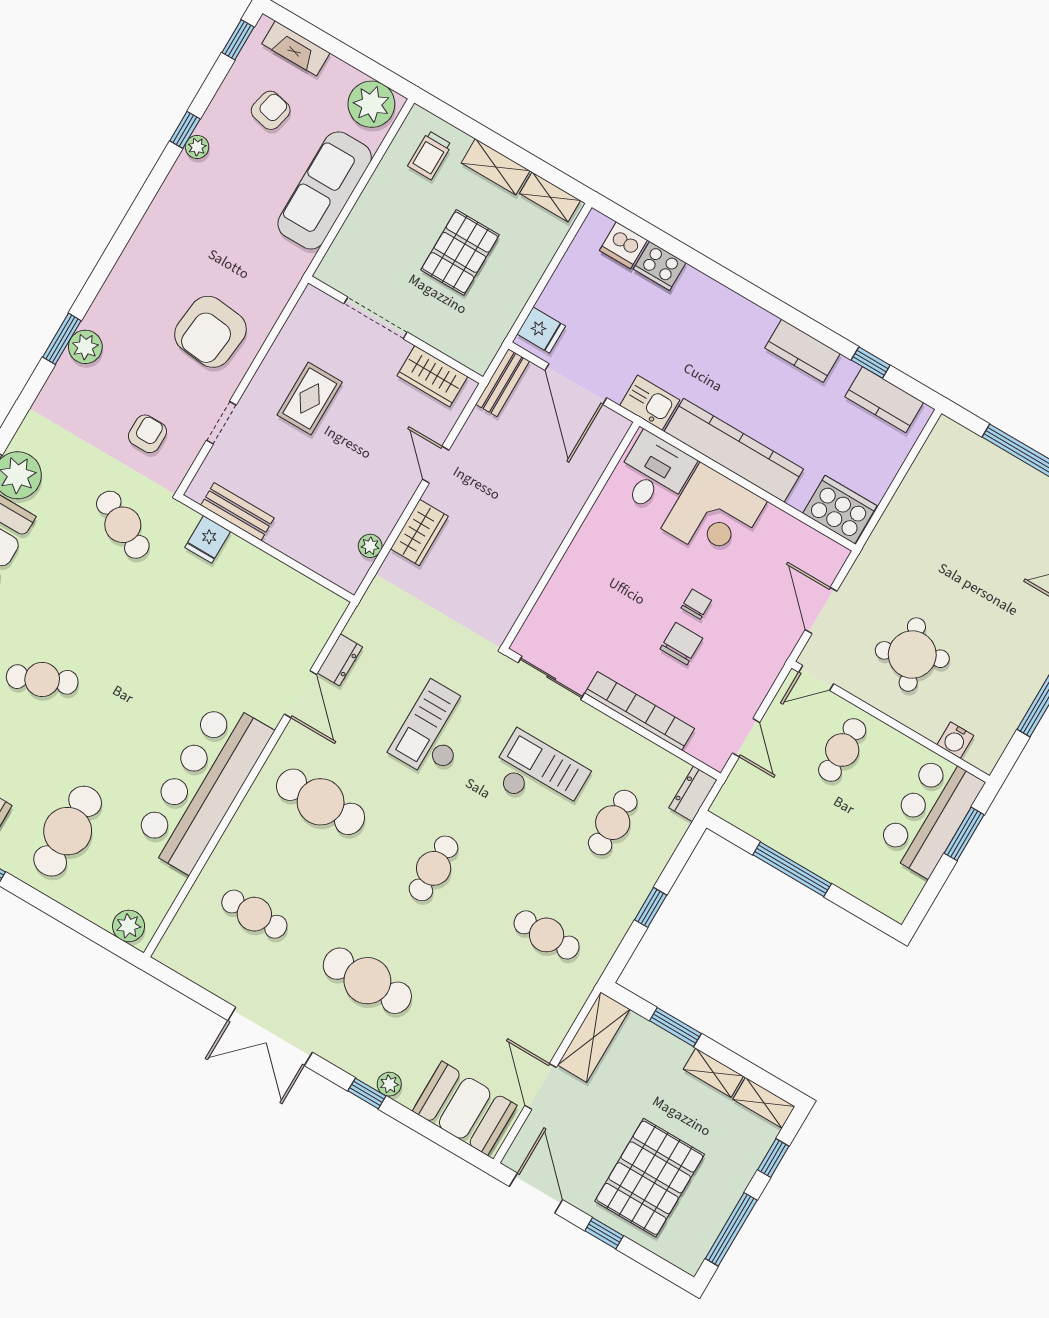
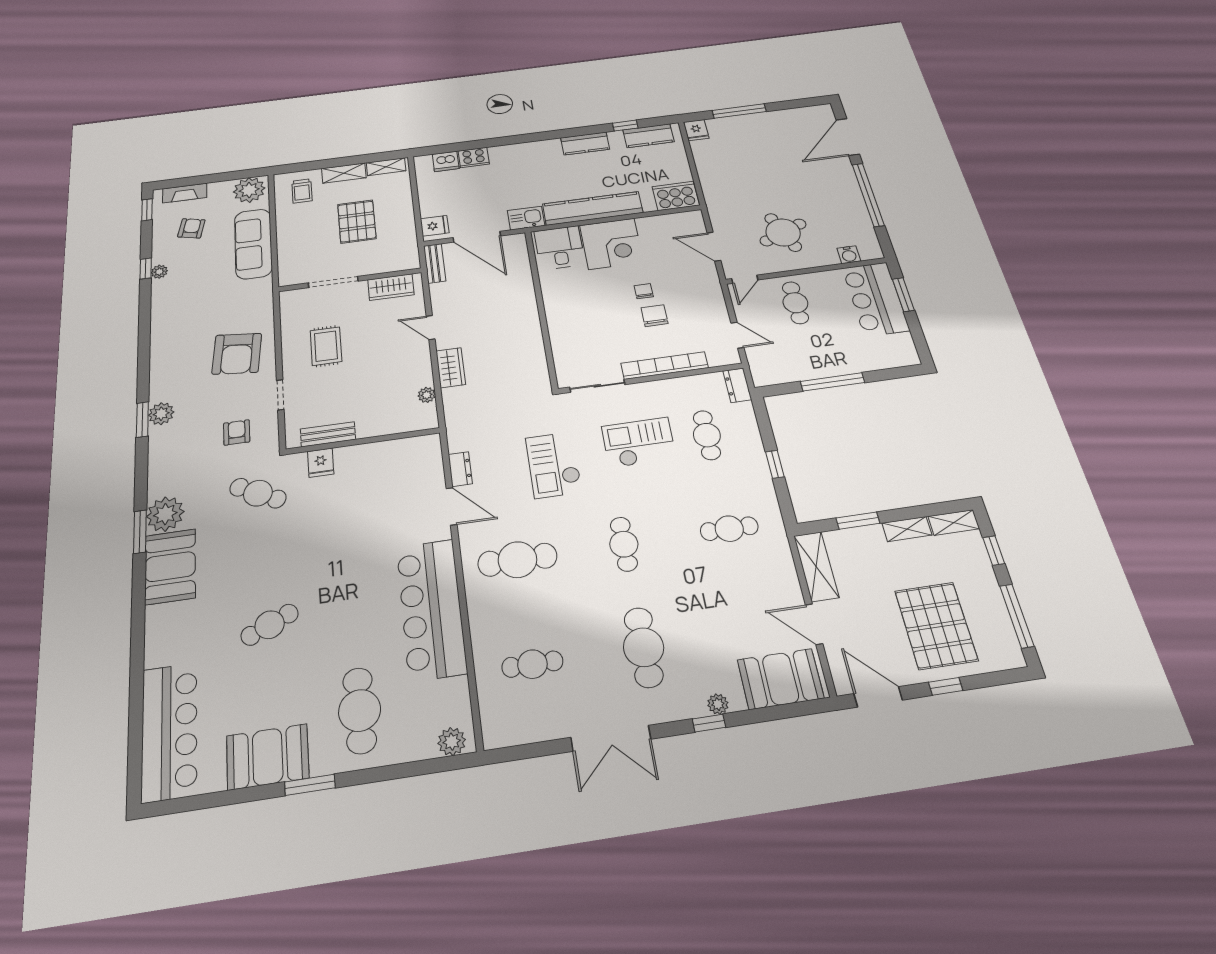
fridge: (946, 437) -> (696, 130), added
cafe table: (367, 981) -> (644, 647), turned 90

